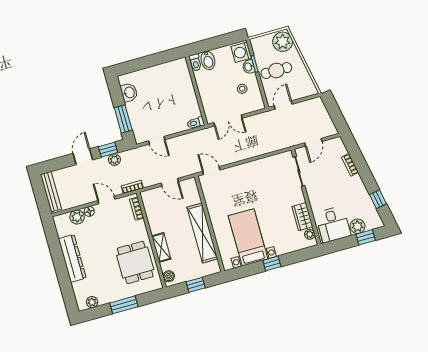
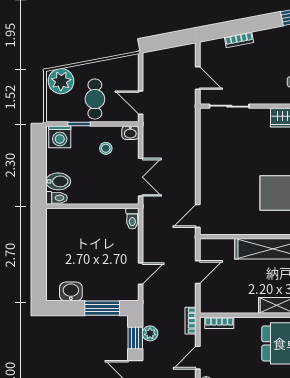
washbasin: (249, 67) -> (130, 133), moved

